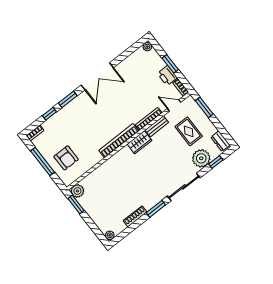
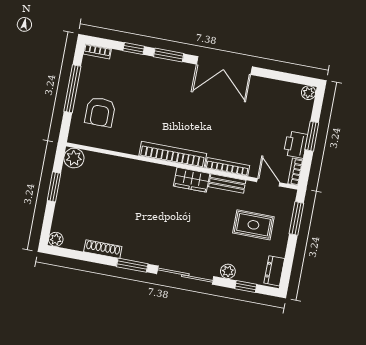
rug: (189, 131) -> (253, 225), turned 90
plant: (201, 158) -> (228, 271), width x0.53, depth x0.53
window: (76, 204) -> (54, 187), moved

